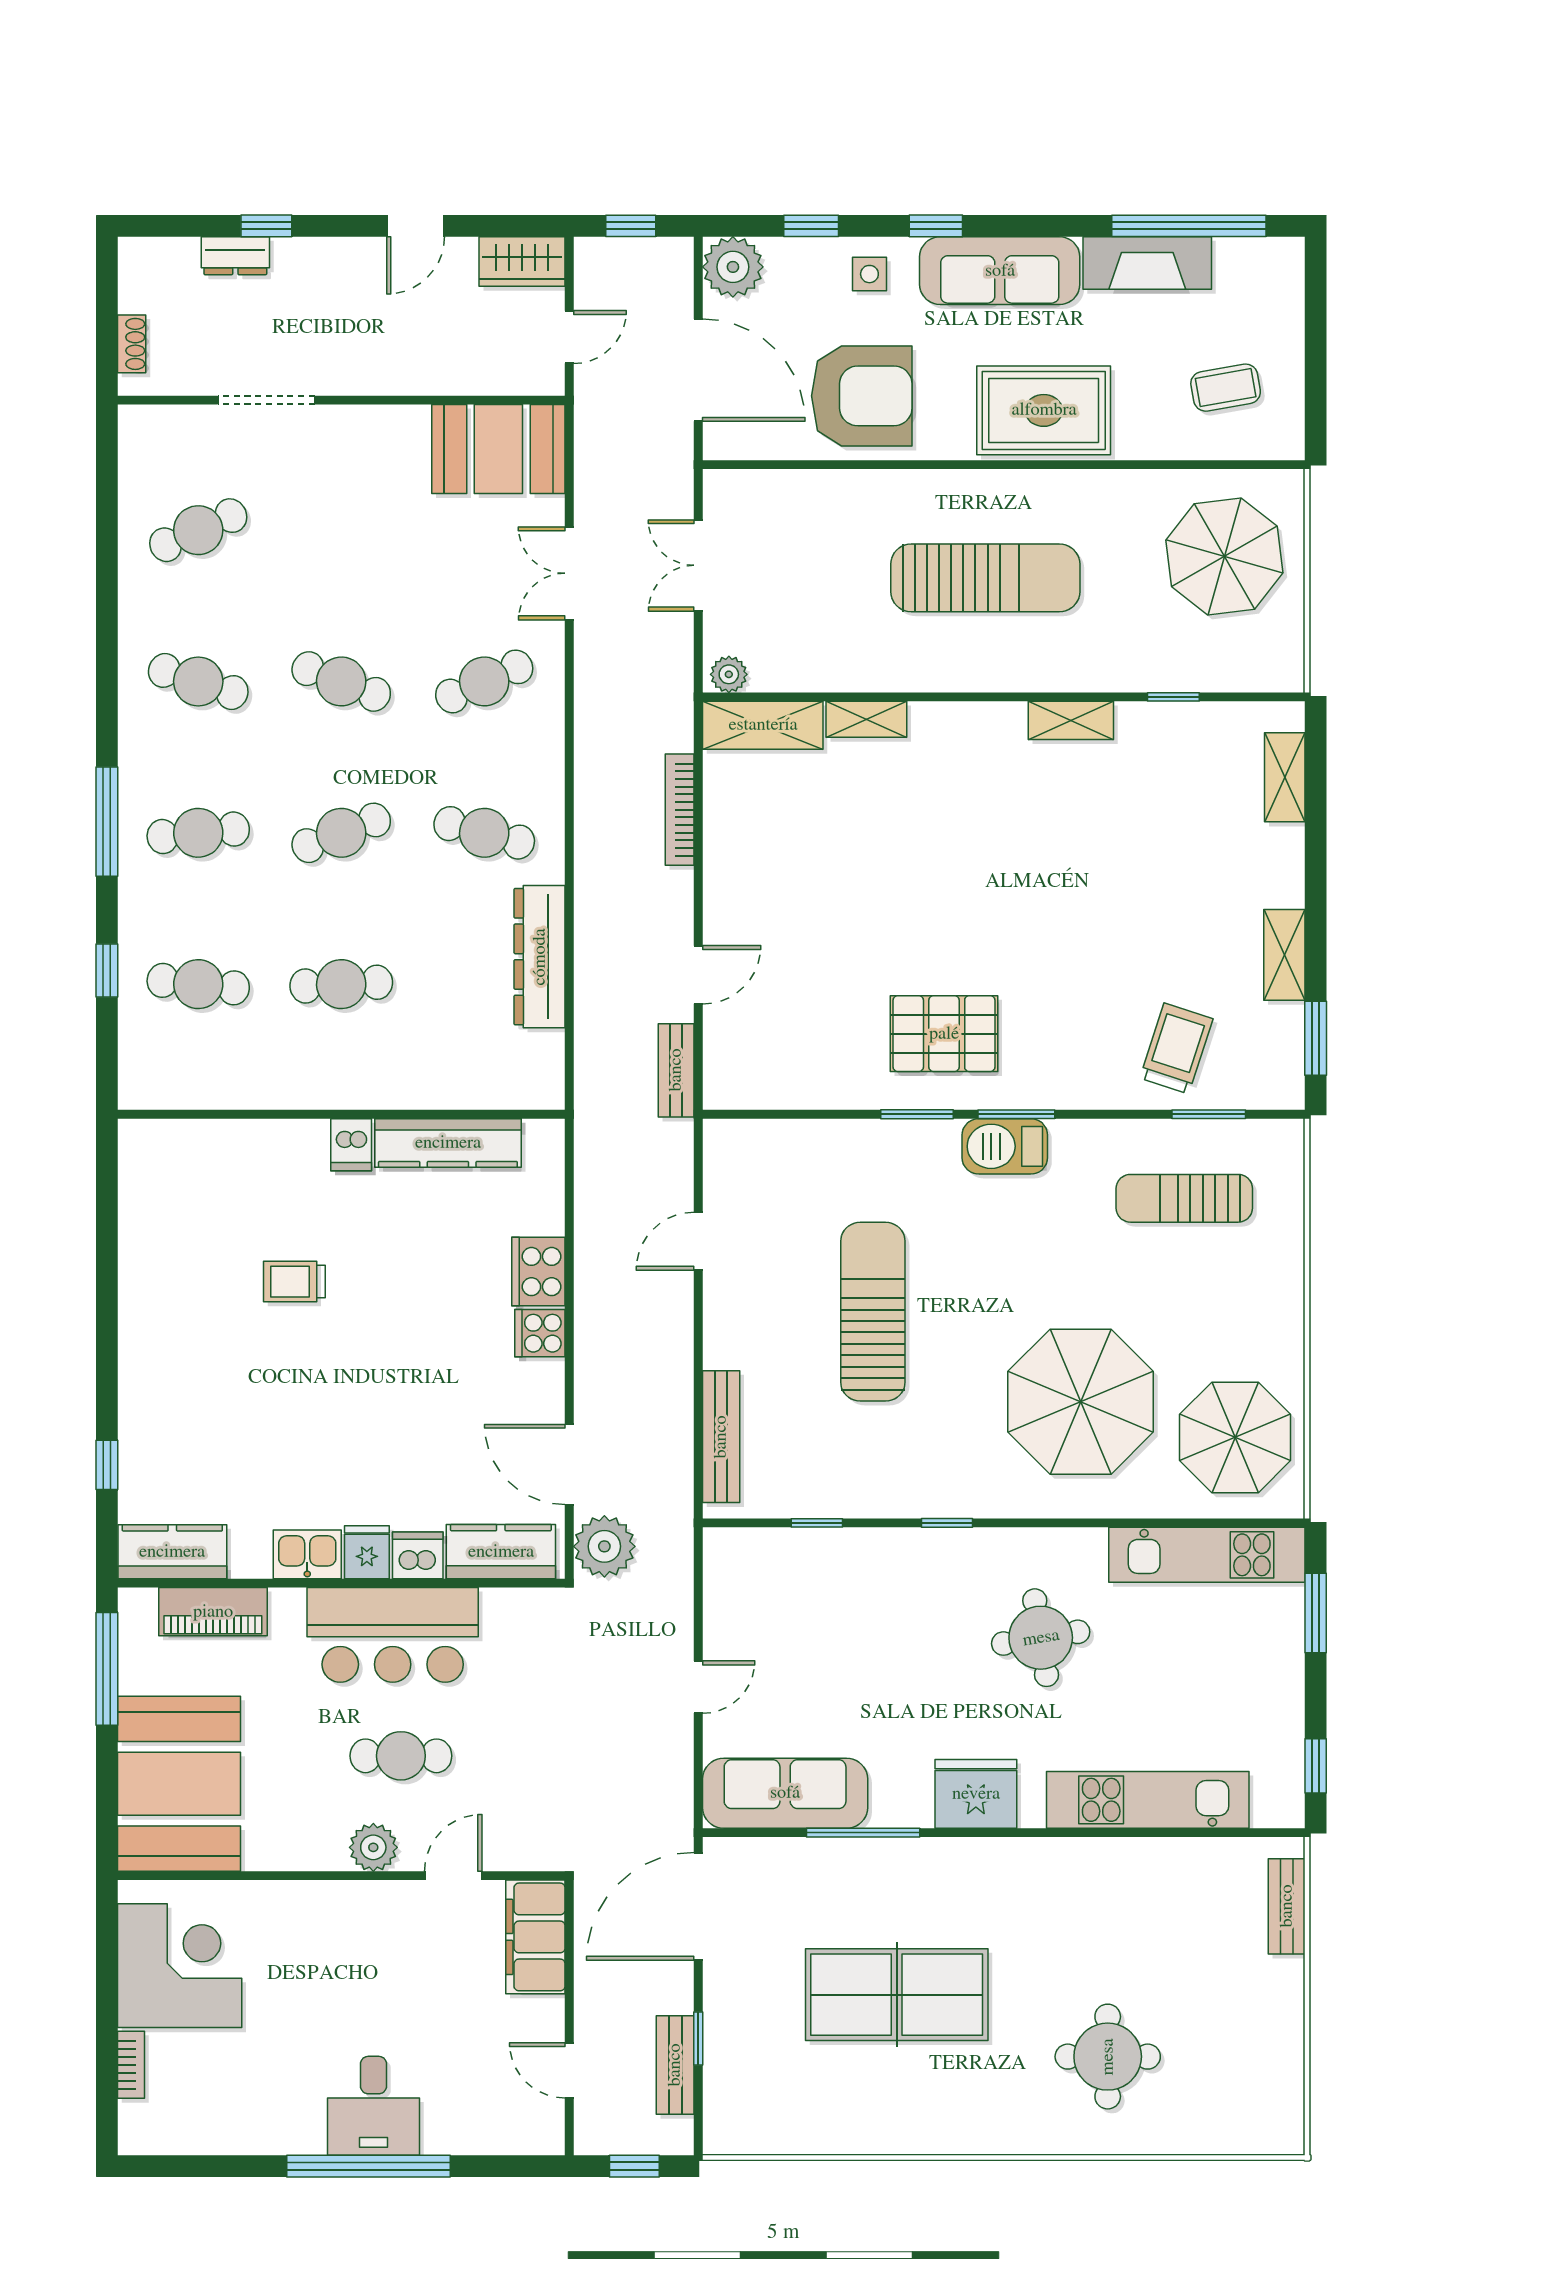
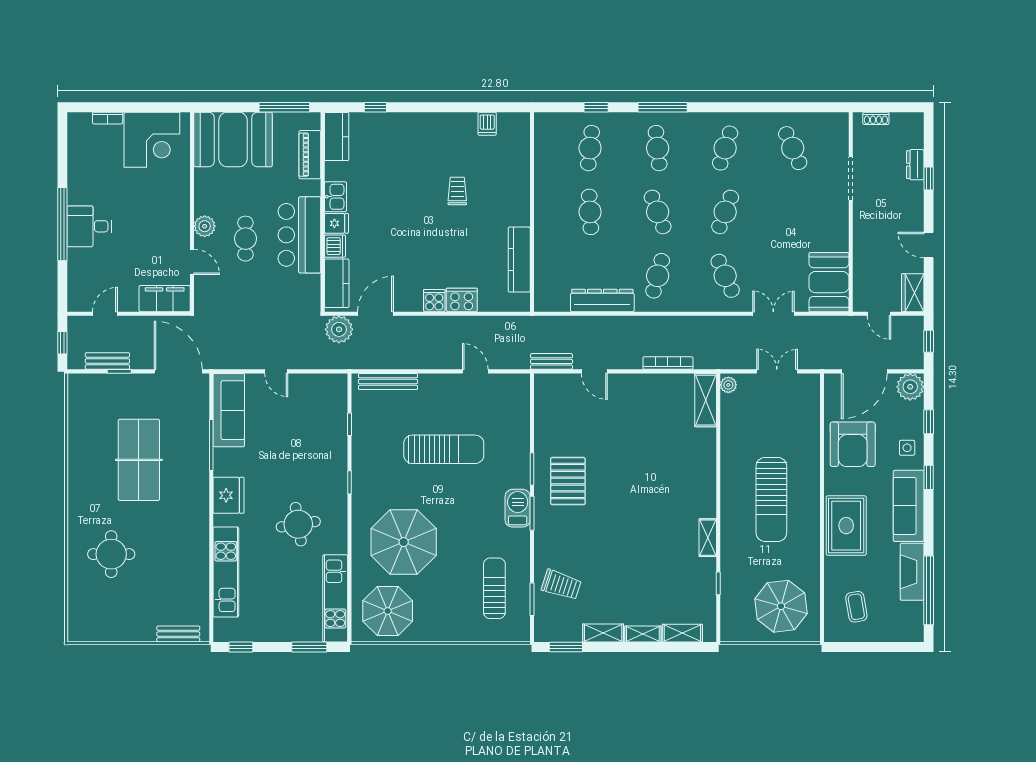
shelving: (866, 719) -> (643, 634), moved, turned 90
dishwasher: (351, 1145) -> (487, 124), moved, turned -90

